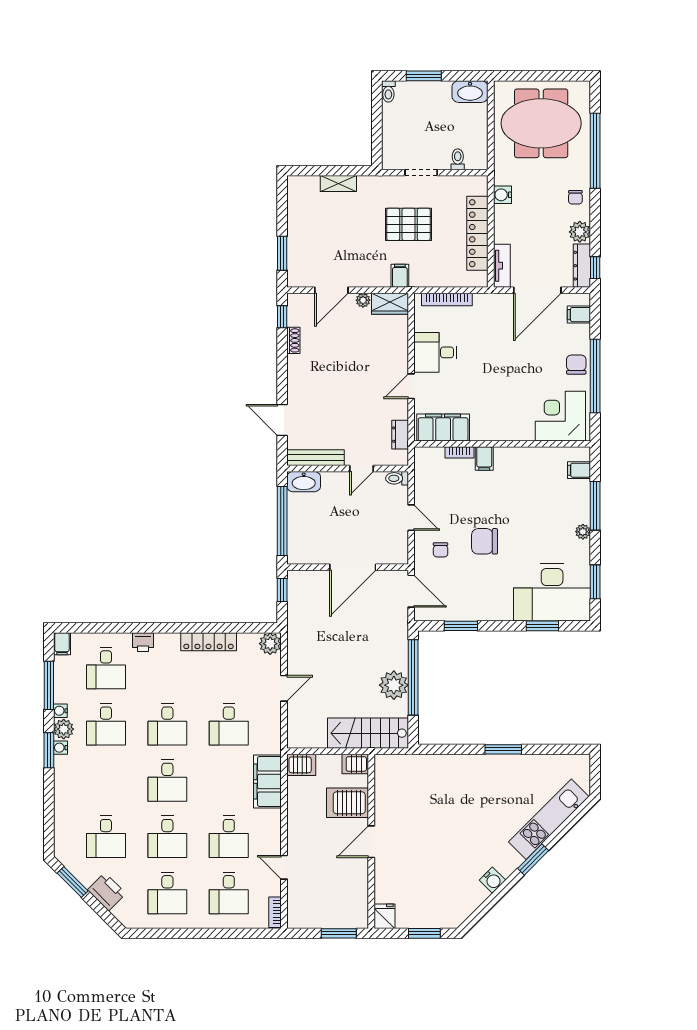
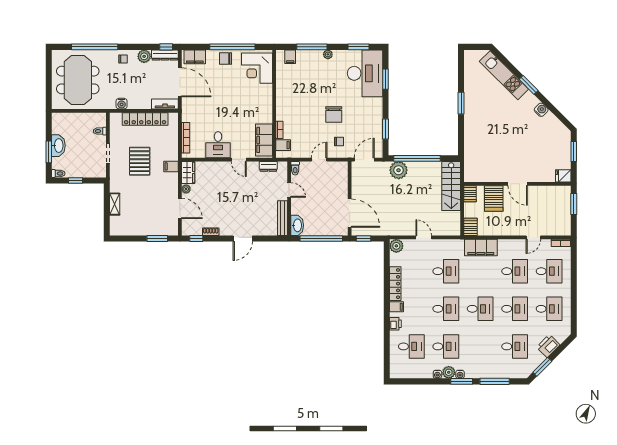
washbasin: (470, 92) -> (58, 146), moved
window: (377, 120) -> (76, 180), added
filing cabinet: (579, 315) -> (195, 57), width x2.00
door: (282, 420) -> (243, 239), moved
filing cabinet: (484, 459) -> (283, 145), moved
door: (353, 567) -> (350, 213), moved
filing cabinet: (62, 644) -> (396, 307), moved
window: (49, 685) -> (495, 381), moved
plant: (394, 685) -> (399, 170), moved

